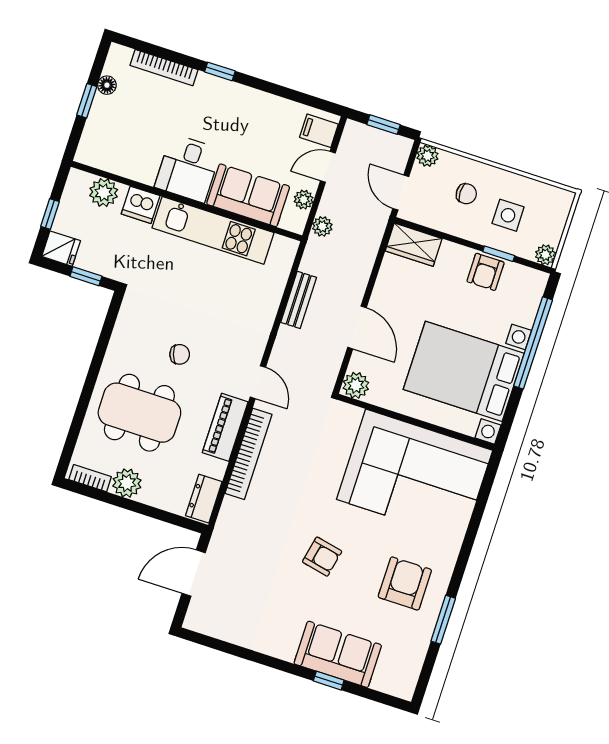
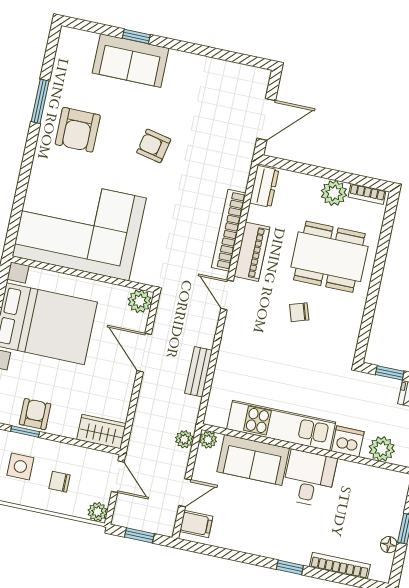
plant: (304, 200) -> (208, 440), moved

